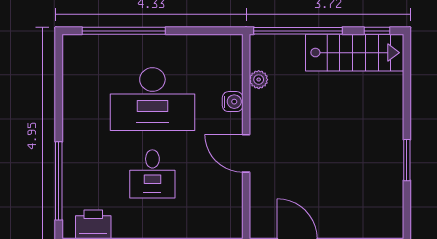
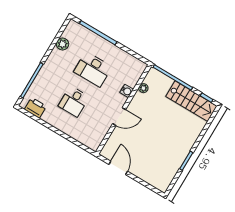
plant: (74, 87) -> (63, 44), added
desk: (152, 99) -> (93, 69), width x0.73, depth x0.77
door: (246, 153) -> (119, 117), swing flipped

